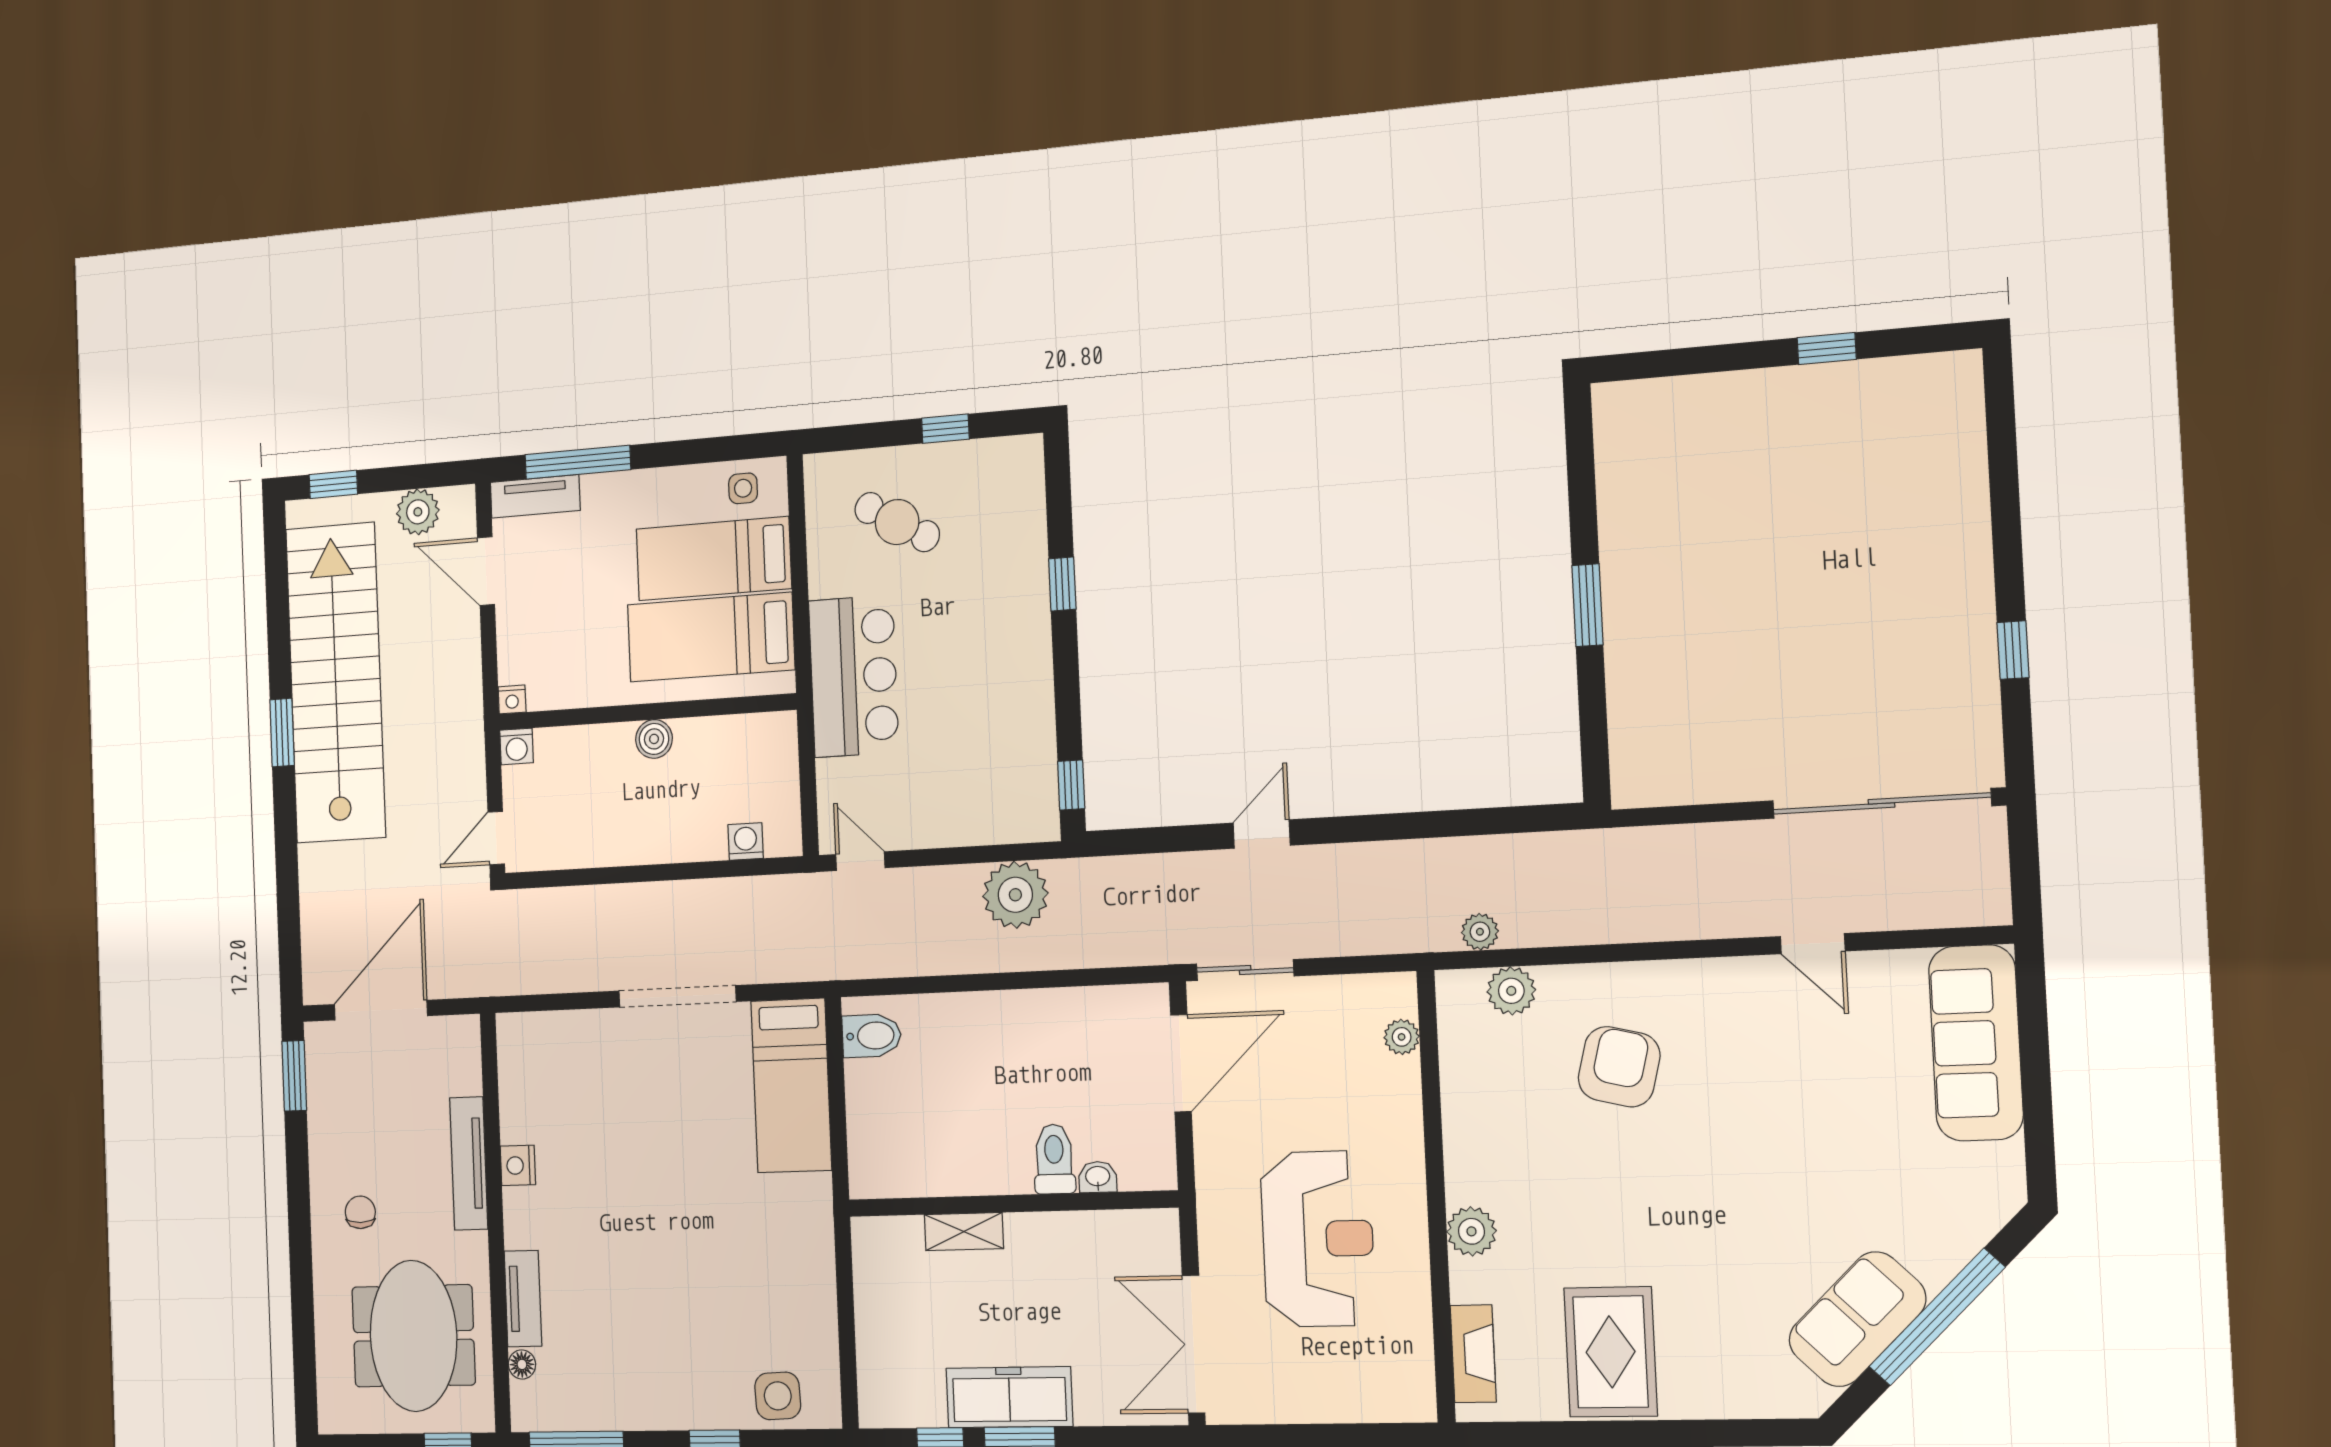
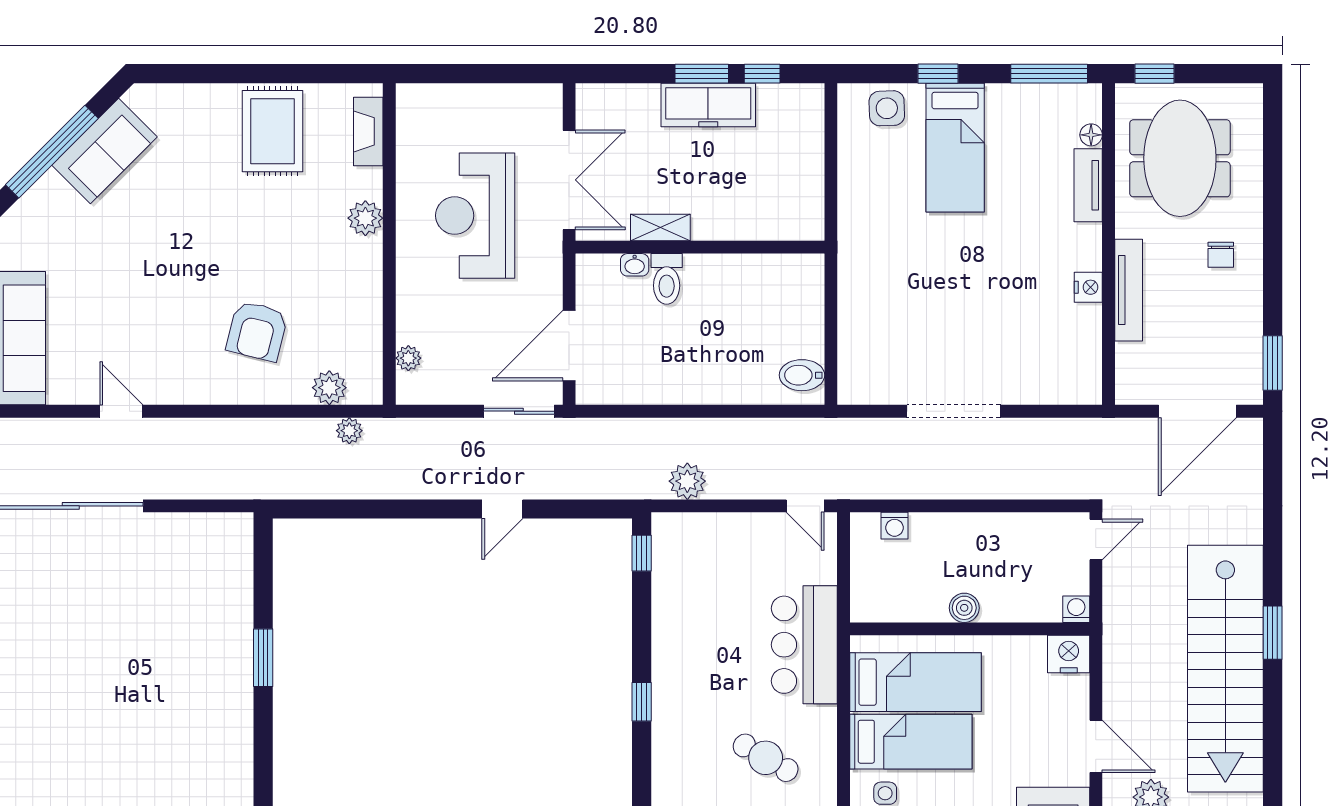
nightstand: (512, 699) -> (1069, 654), width x1.89, depth x1.79
plant: (1015, 895) -> (687, 481), width x0.73, depth x0.73
bed: (791, 1085) -> (955, 148), moved, turned 180
shelving: (964, 1232) -> (660, 227), moved
double door: (1194, 1344) -> (569, 180), moved

